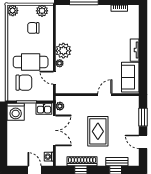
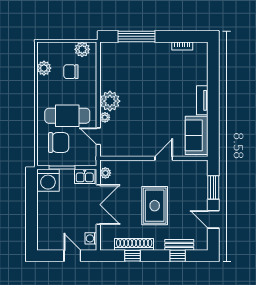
plant: (13, 11) -> (44, 68), moved

